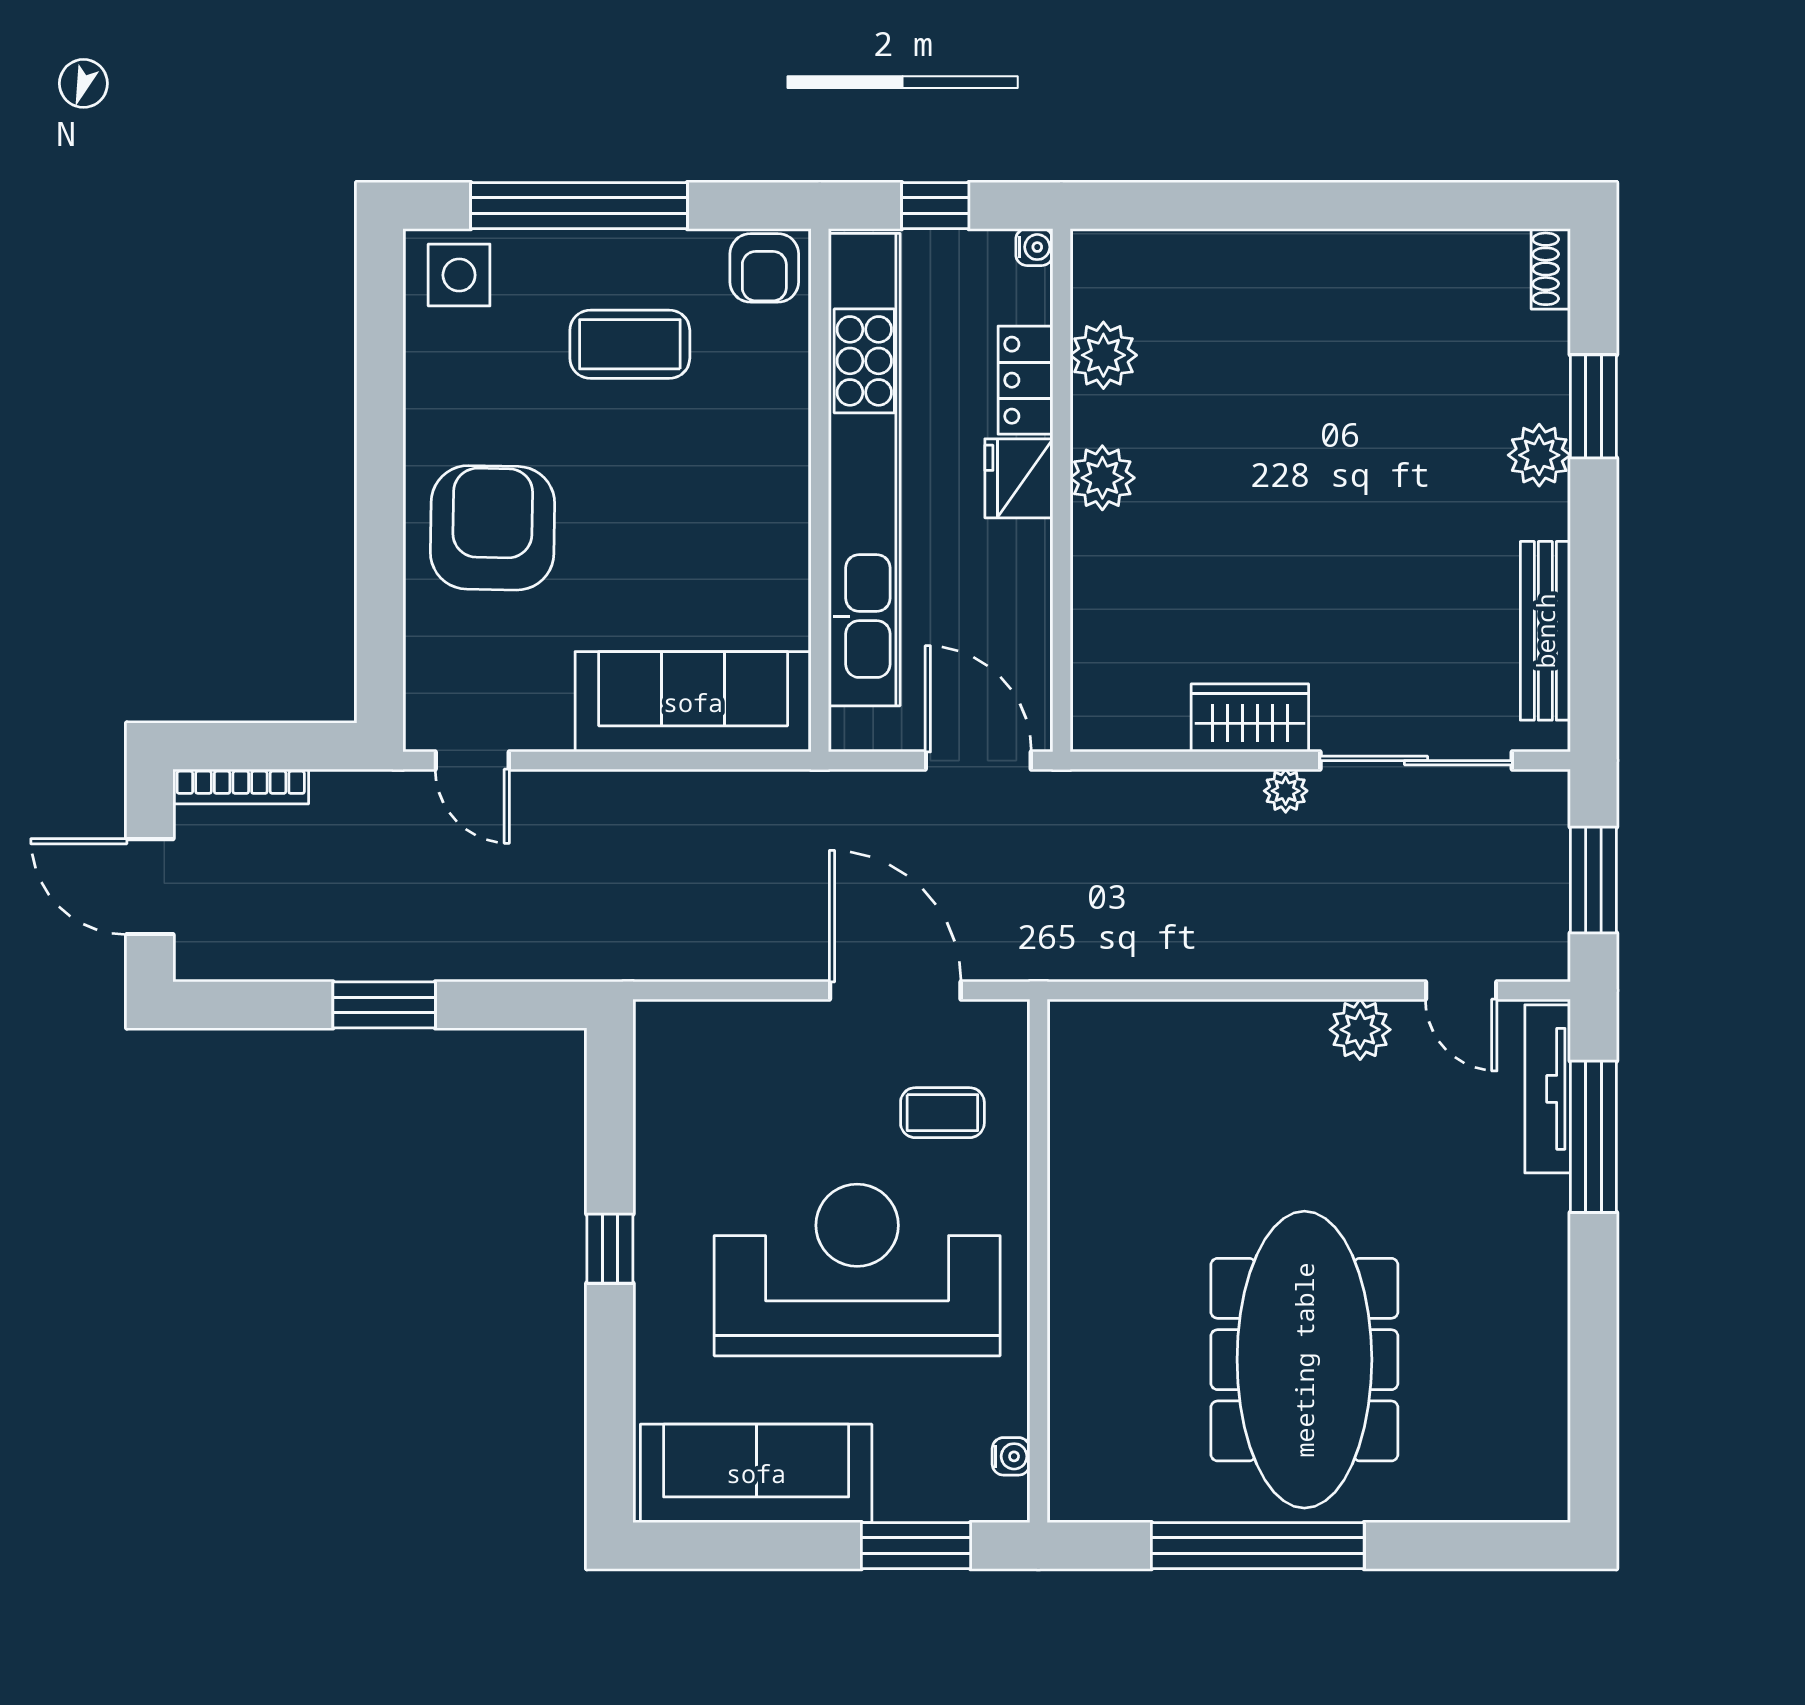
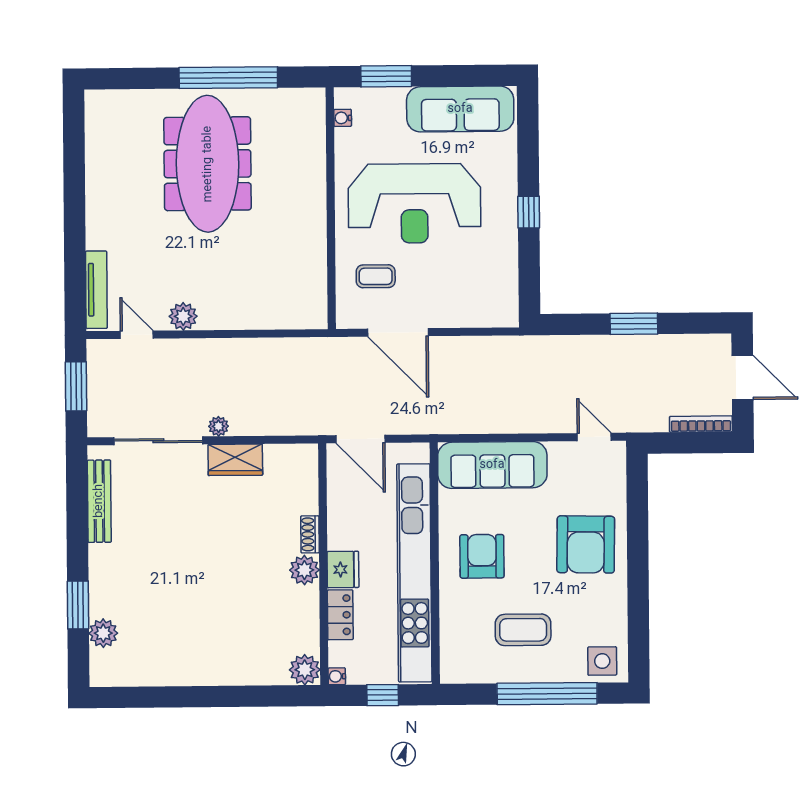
armchair: (764, 268) -> (482, 556), moved, width x1.38, depth x1.38
shoe rack: (1551, 269) -> (310, 534), moved, turned 180
plant: (1103, 355) -> (305, 670), moved
plant: (1539, 455) -> (103, 633), moved
window: (1593, 1137) -> (75, 268), removed

